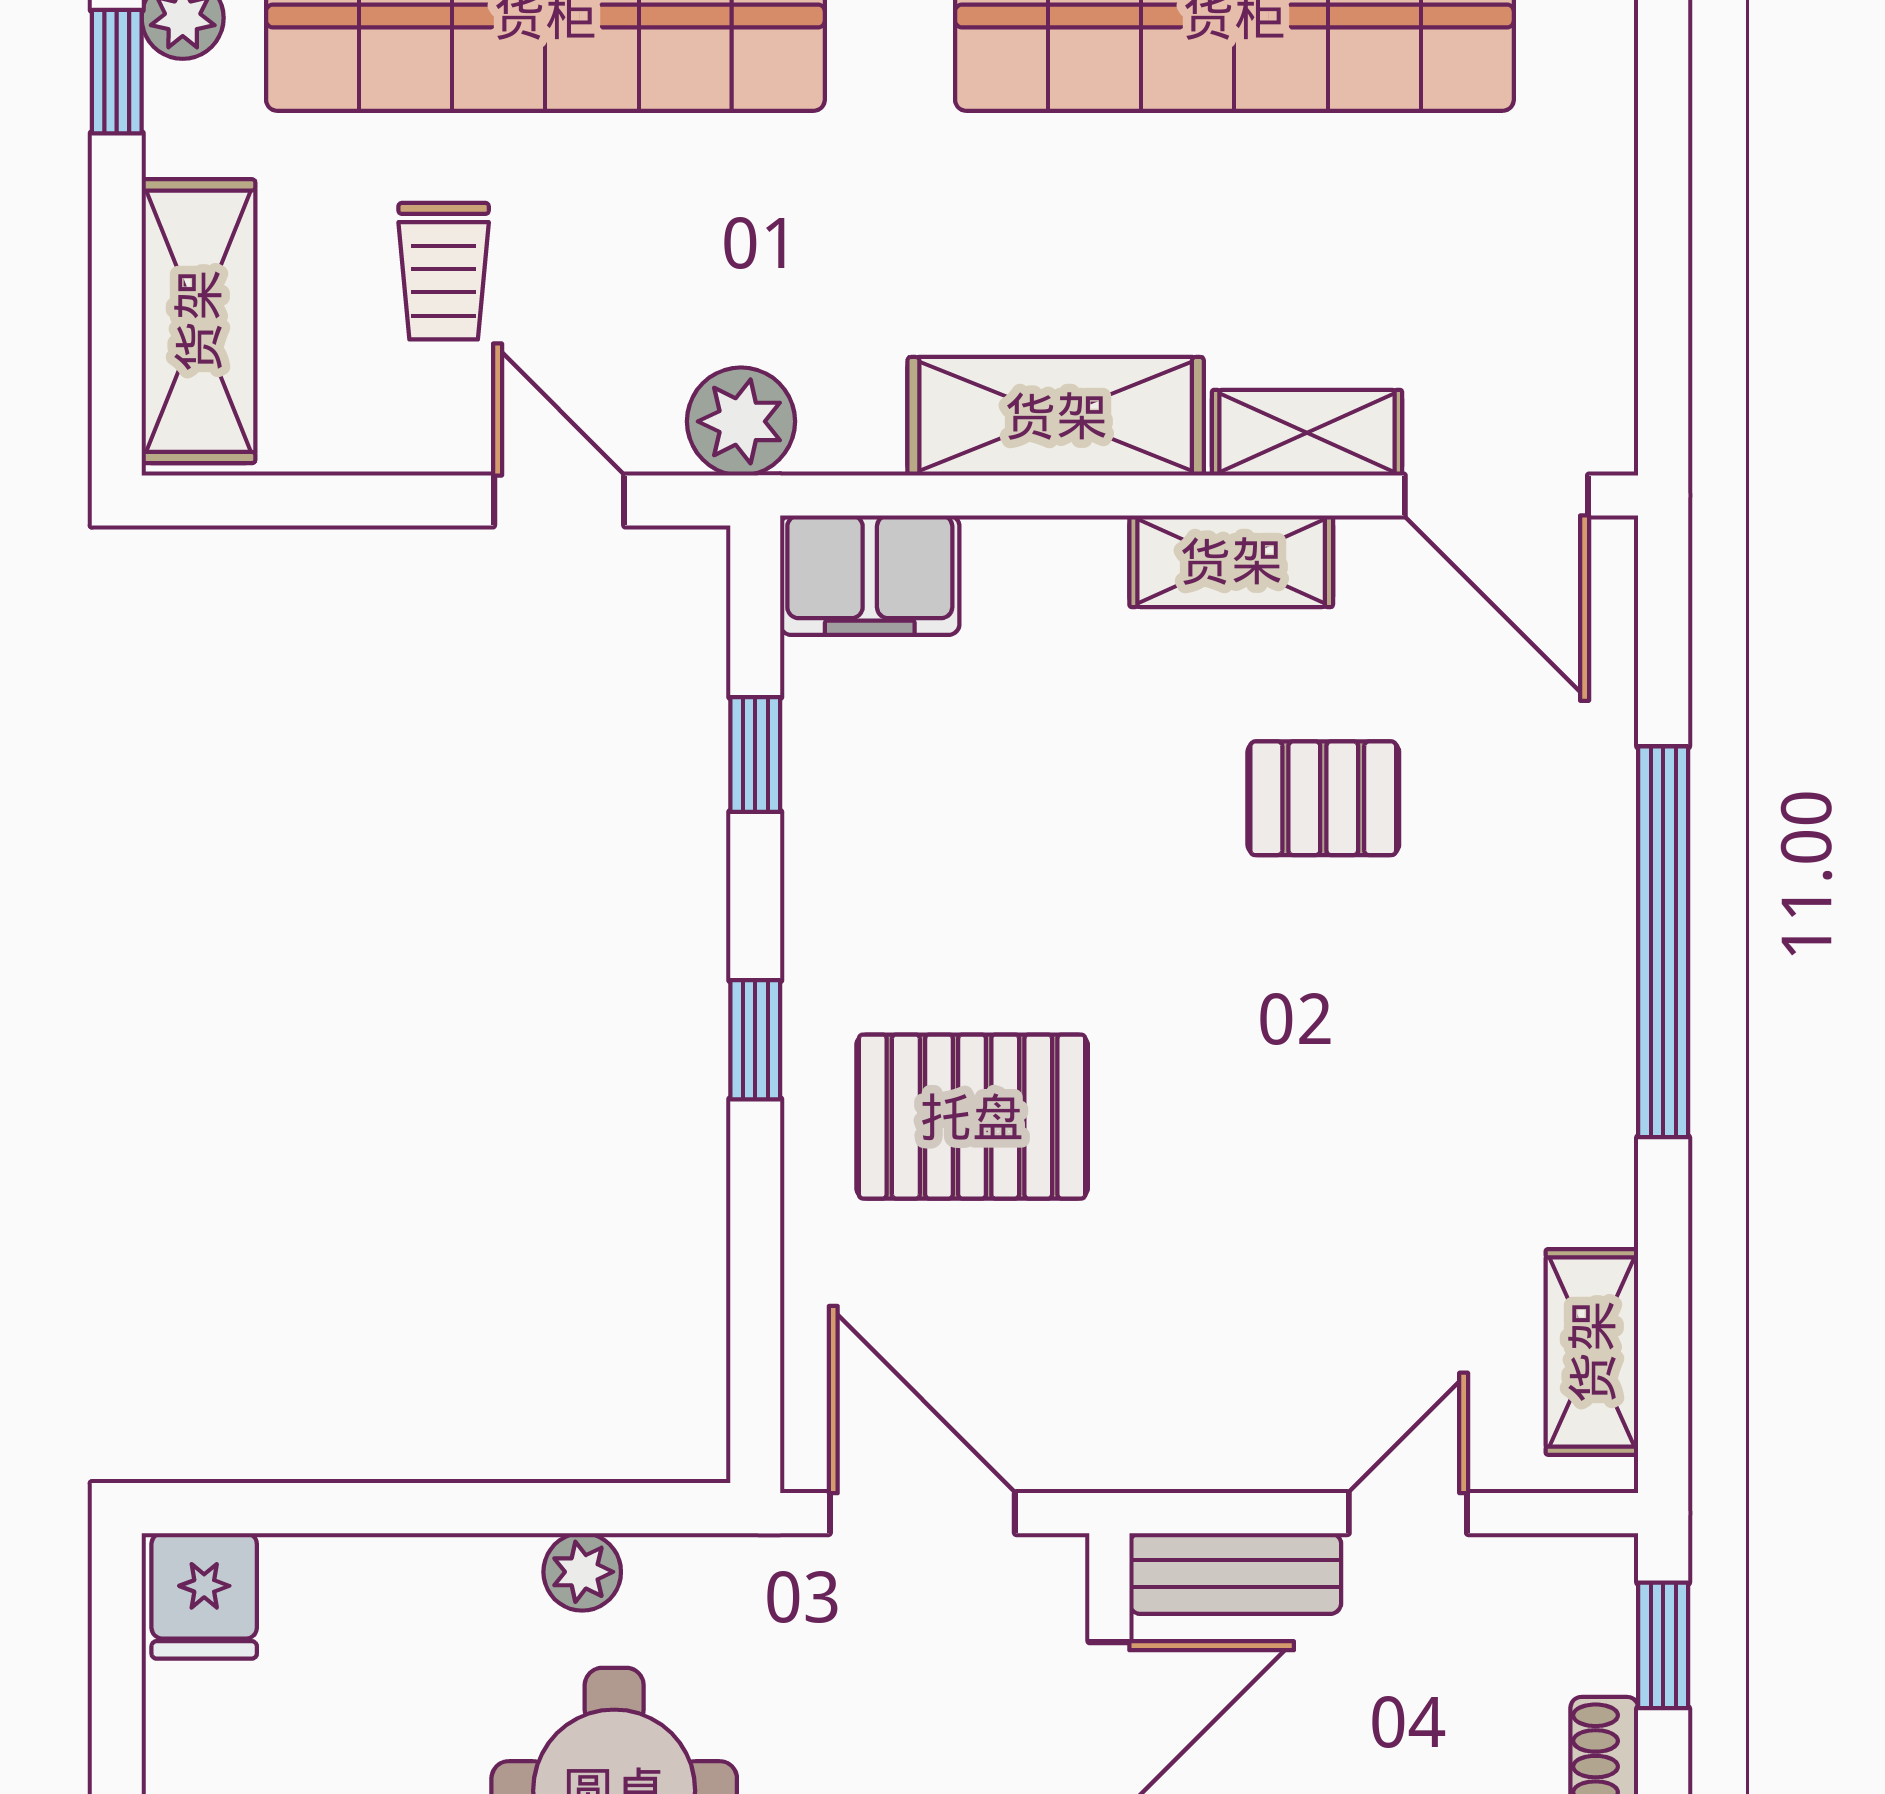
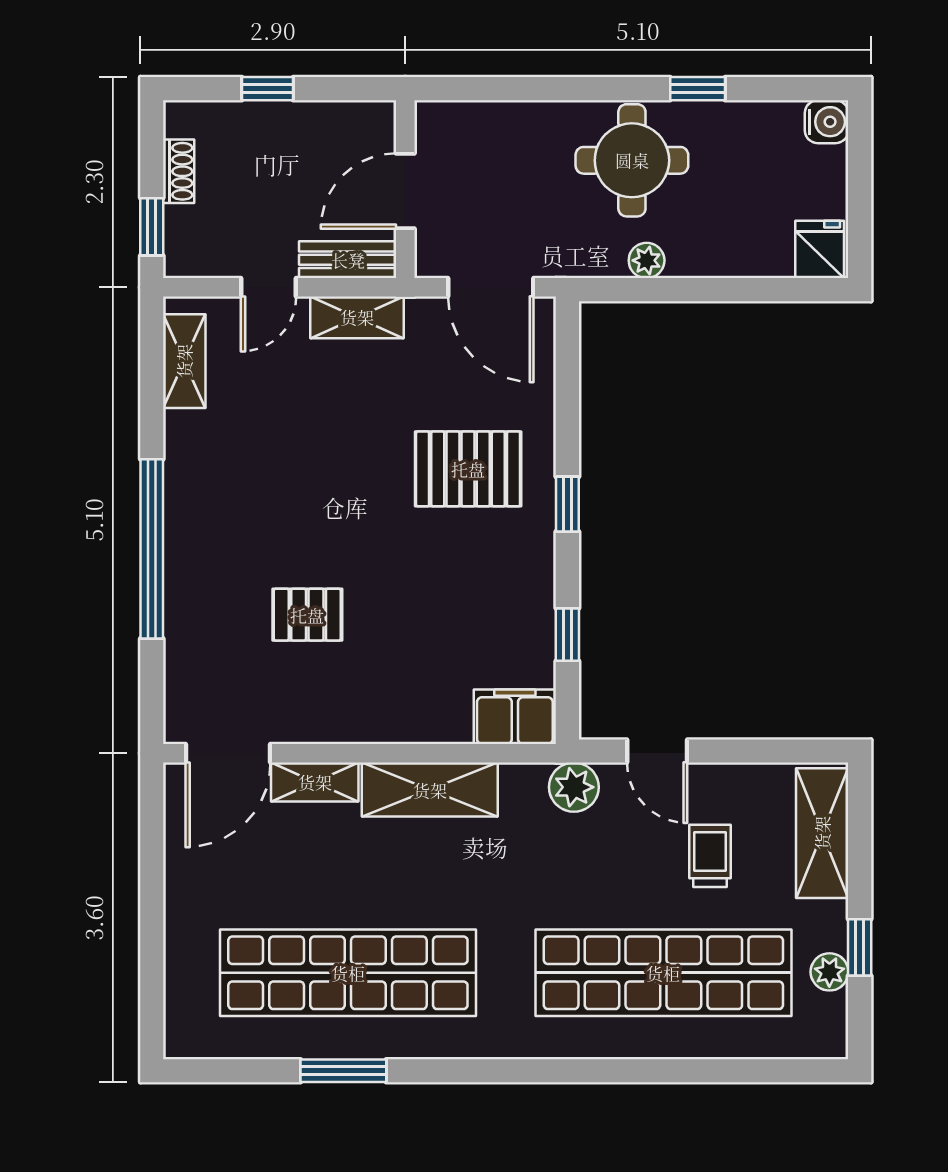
door: (1496, 495) -> (228, 753), swing flipped
shelving: (1231, 561) -> (357, 317), moved

